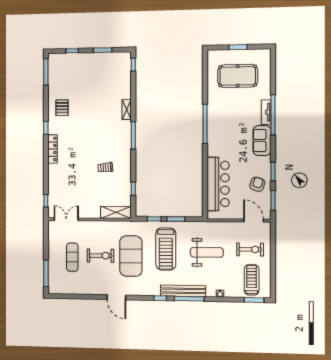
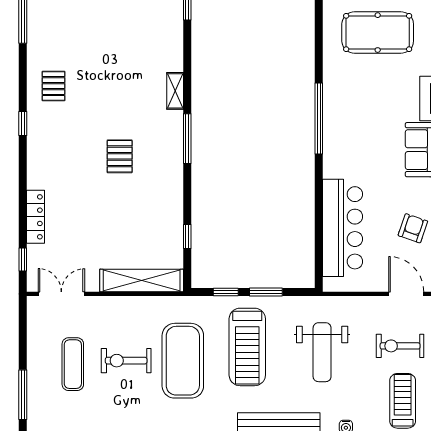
pallet: (97, 145) -> (120, 156), added
locker: (53, 149) -> (35, 217), moved
trolley: (105, 168) -> (135, 198), removed
shelving: (116, 212) -> (142, 281), width x1.47
exercise bike: (250, 249) -> (400, 346), turned 180
weight bench: (207, 252) -> (322, 352), turned 90
exercise bike: (101, 256) -> (126, 361), turned 180

